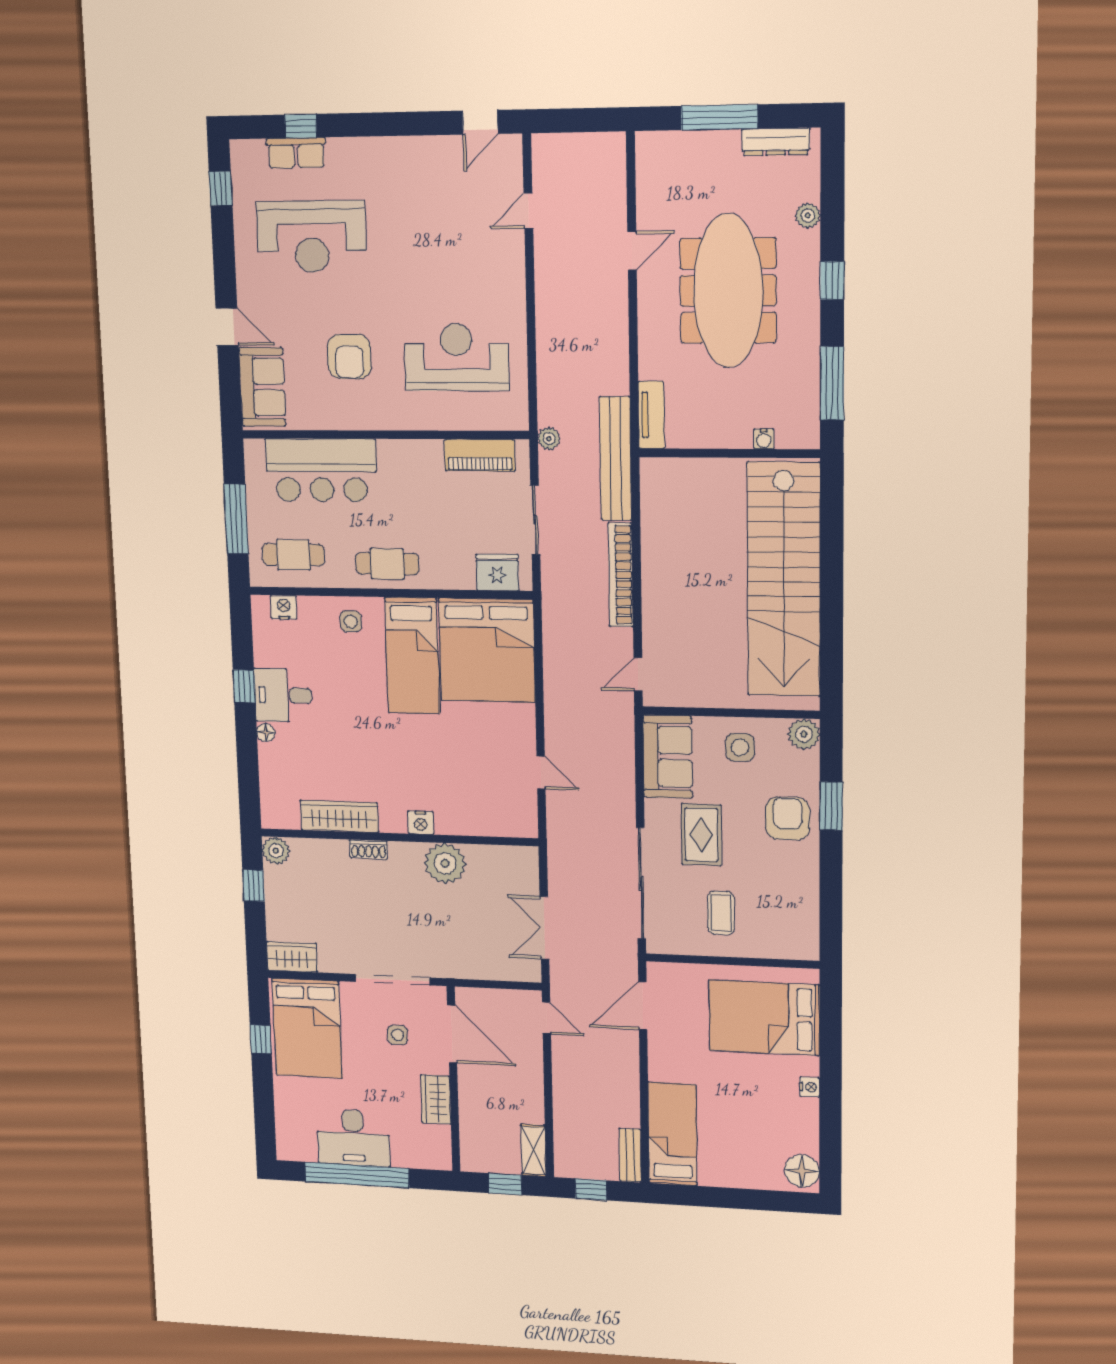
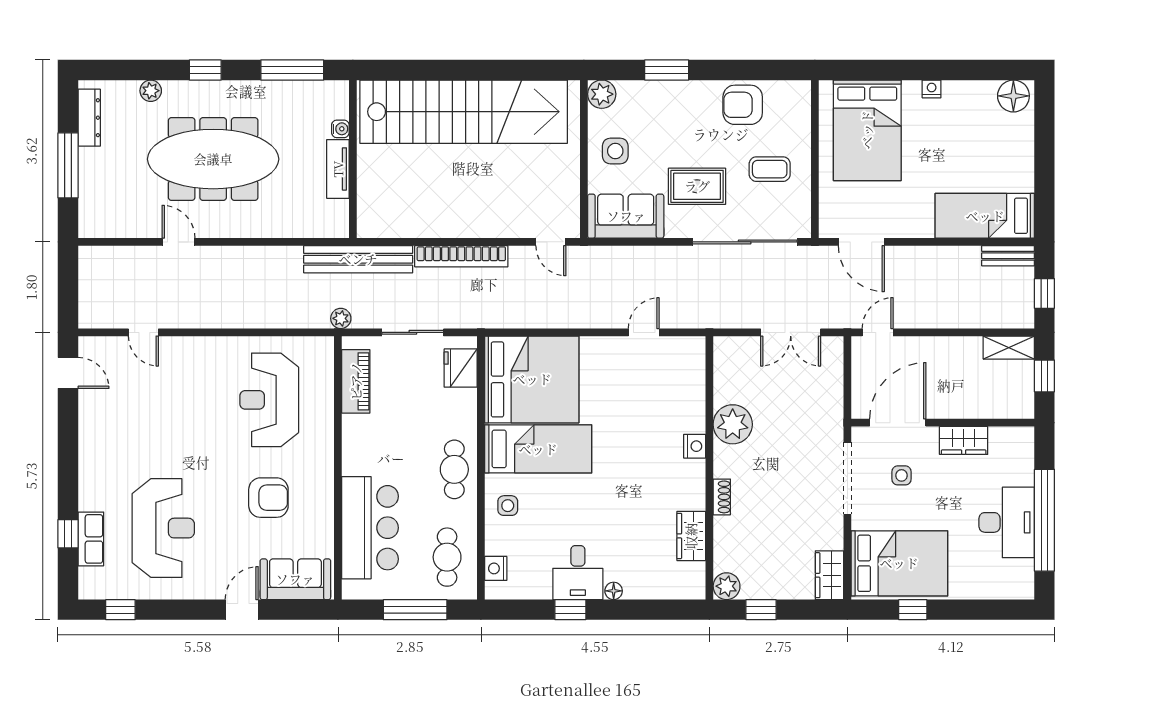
tv unit: (651, 415) -> (338, 169), moved, turned -90
wardrobe: (339, 816) -> (691, 536), width x0.67
armchair: (788, 818) -> (743, 105), moved

